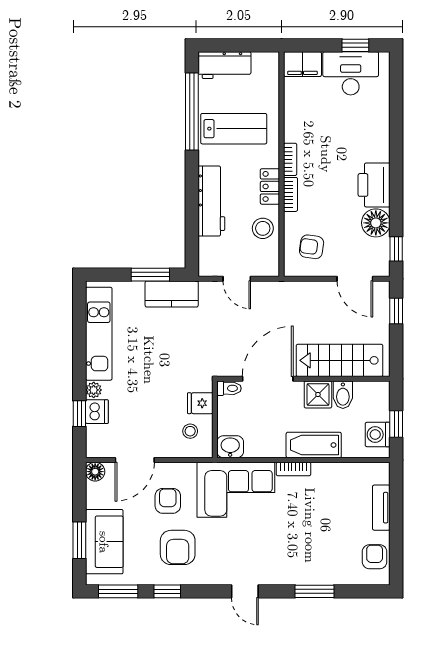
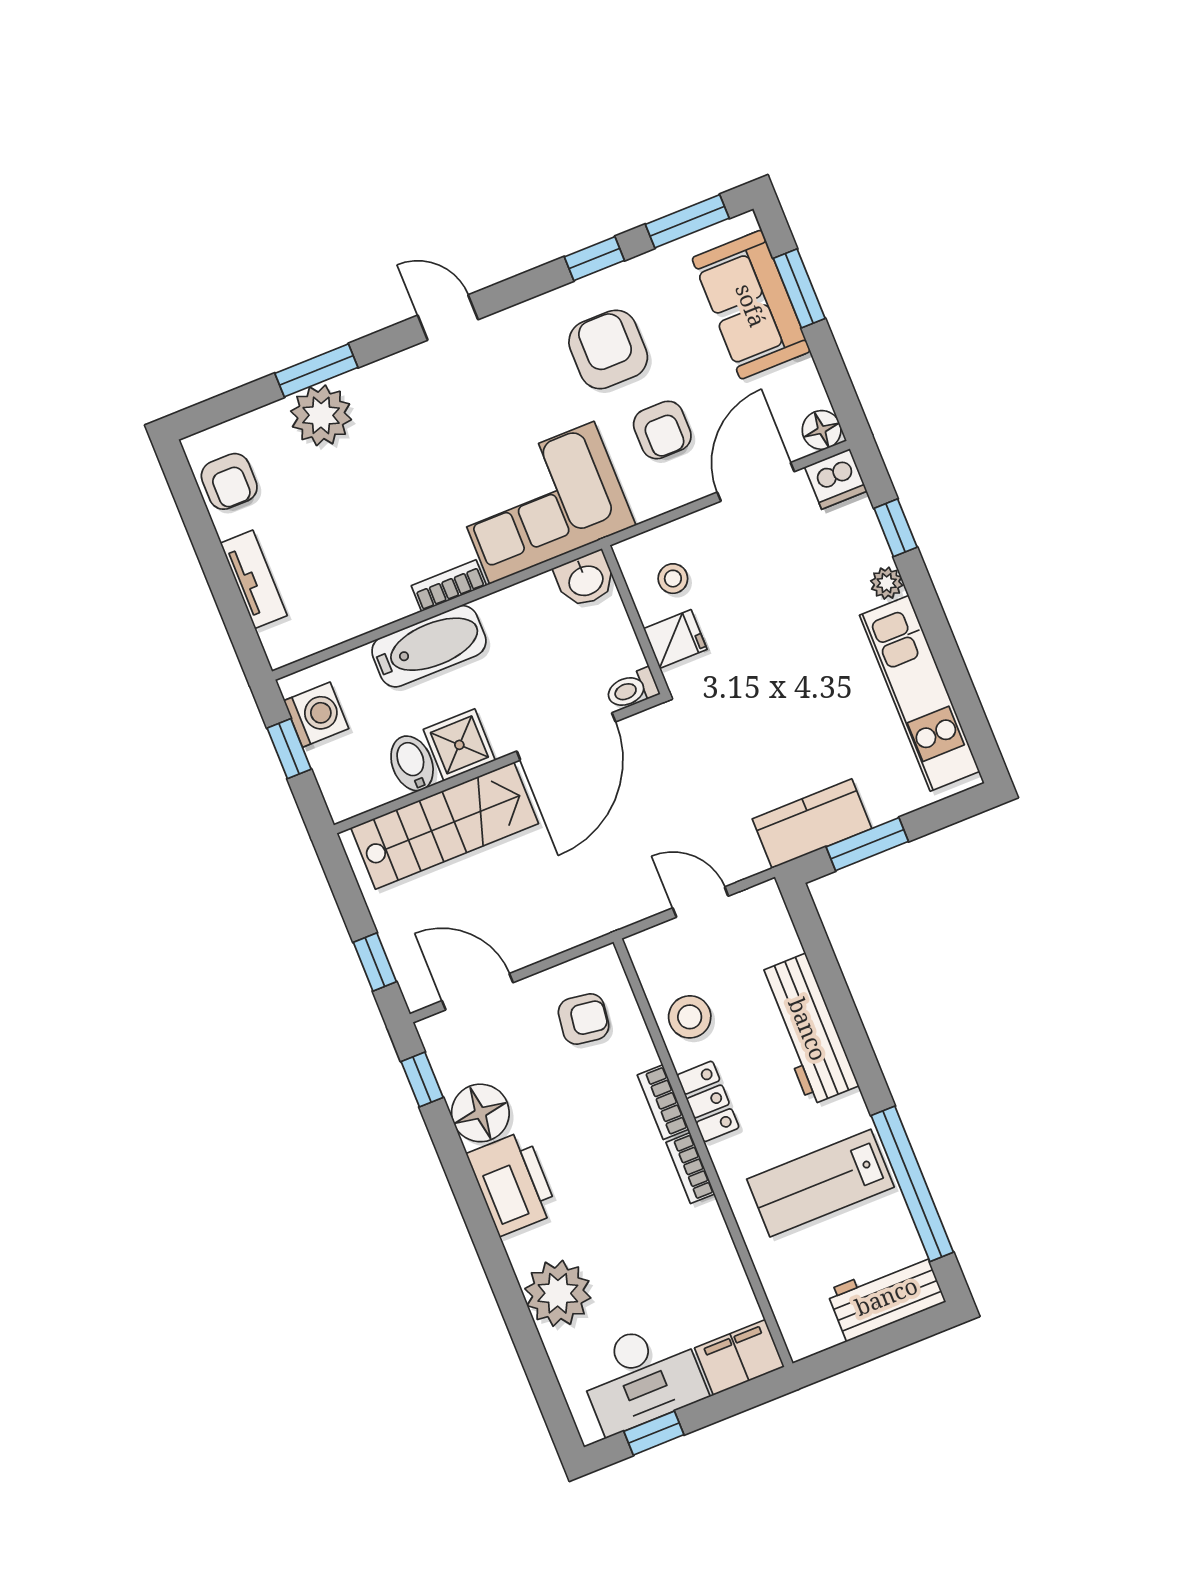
plant: (374, 127) -> (558, 1293), added
dishwasher: (97, 412) -> (836, 479), moved, turned -90
plant: (321, 570) -> (321, 415), added

